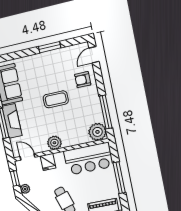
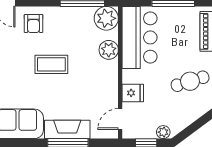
coffee table: (56, 99) -> (51, 64), turned 90
plant: (54, 143) -> (109, 50), moved

